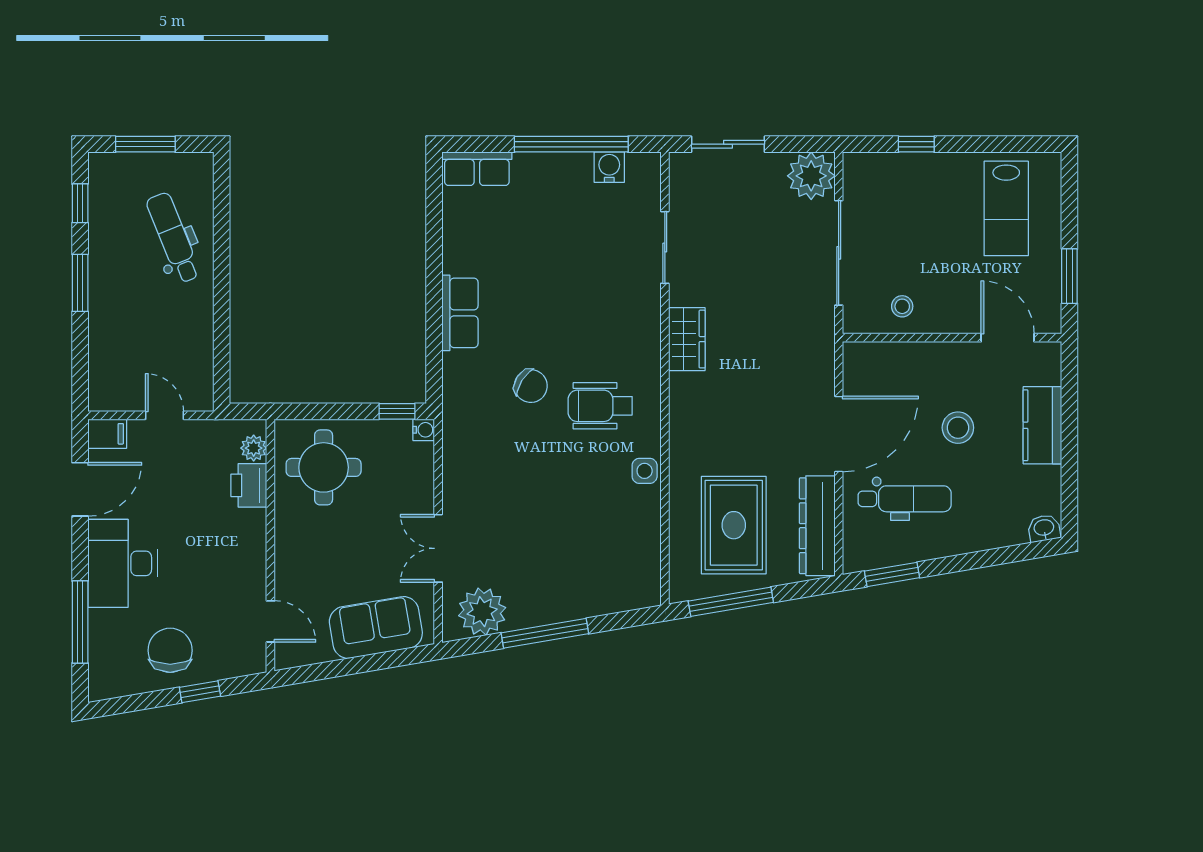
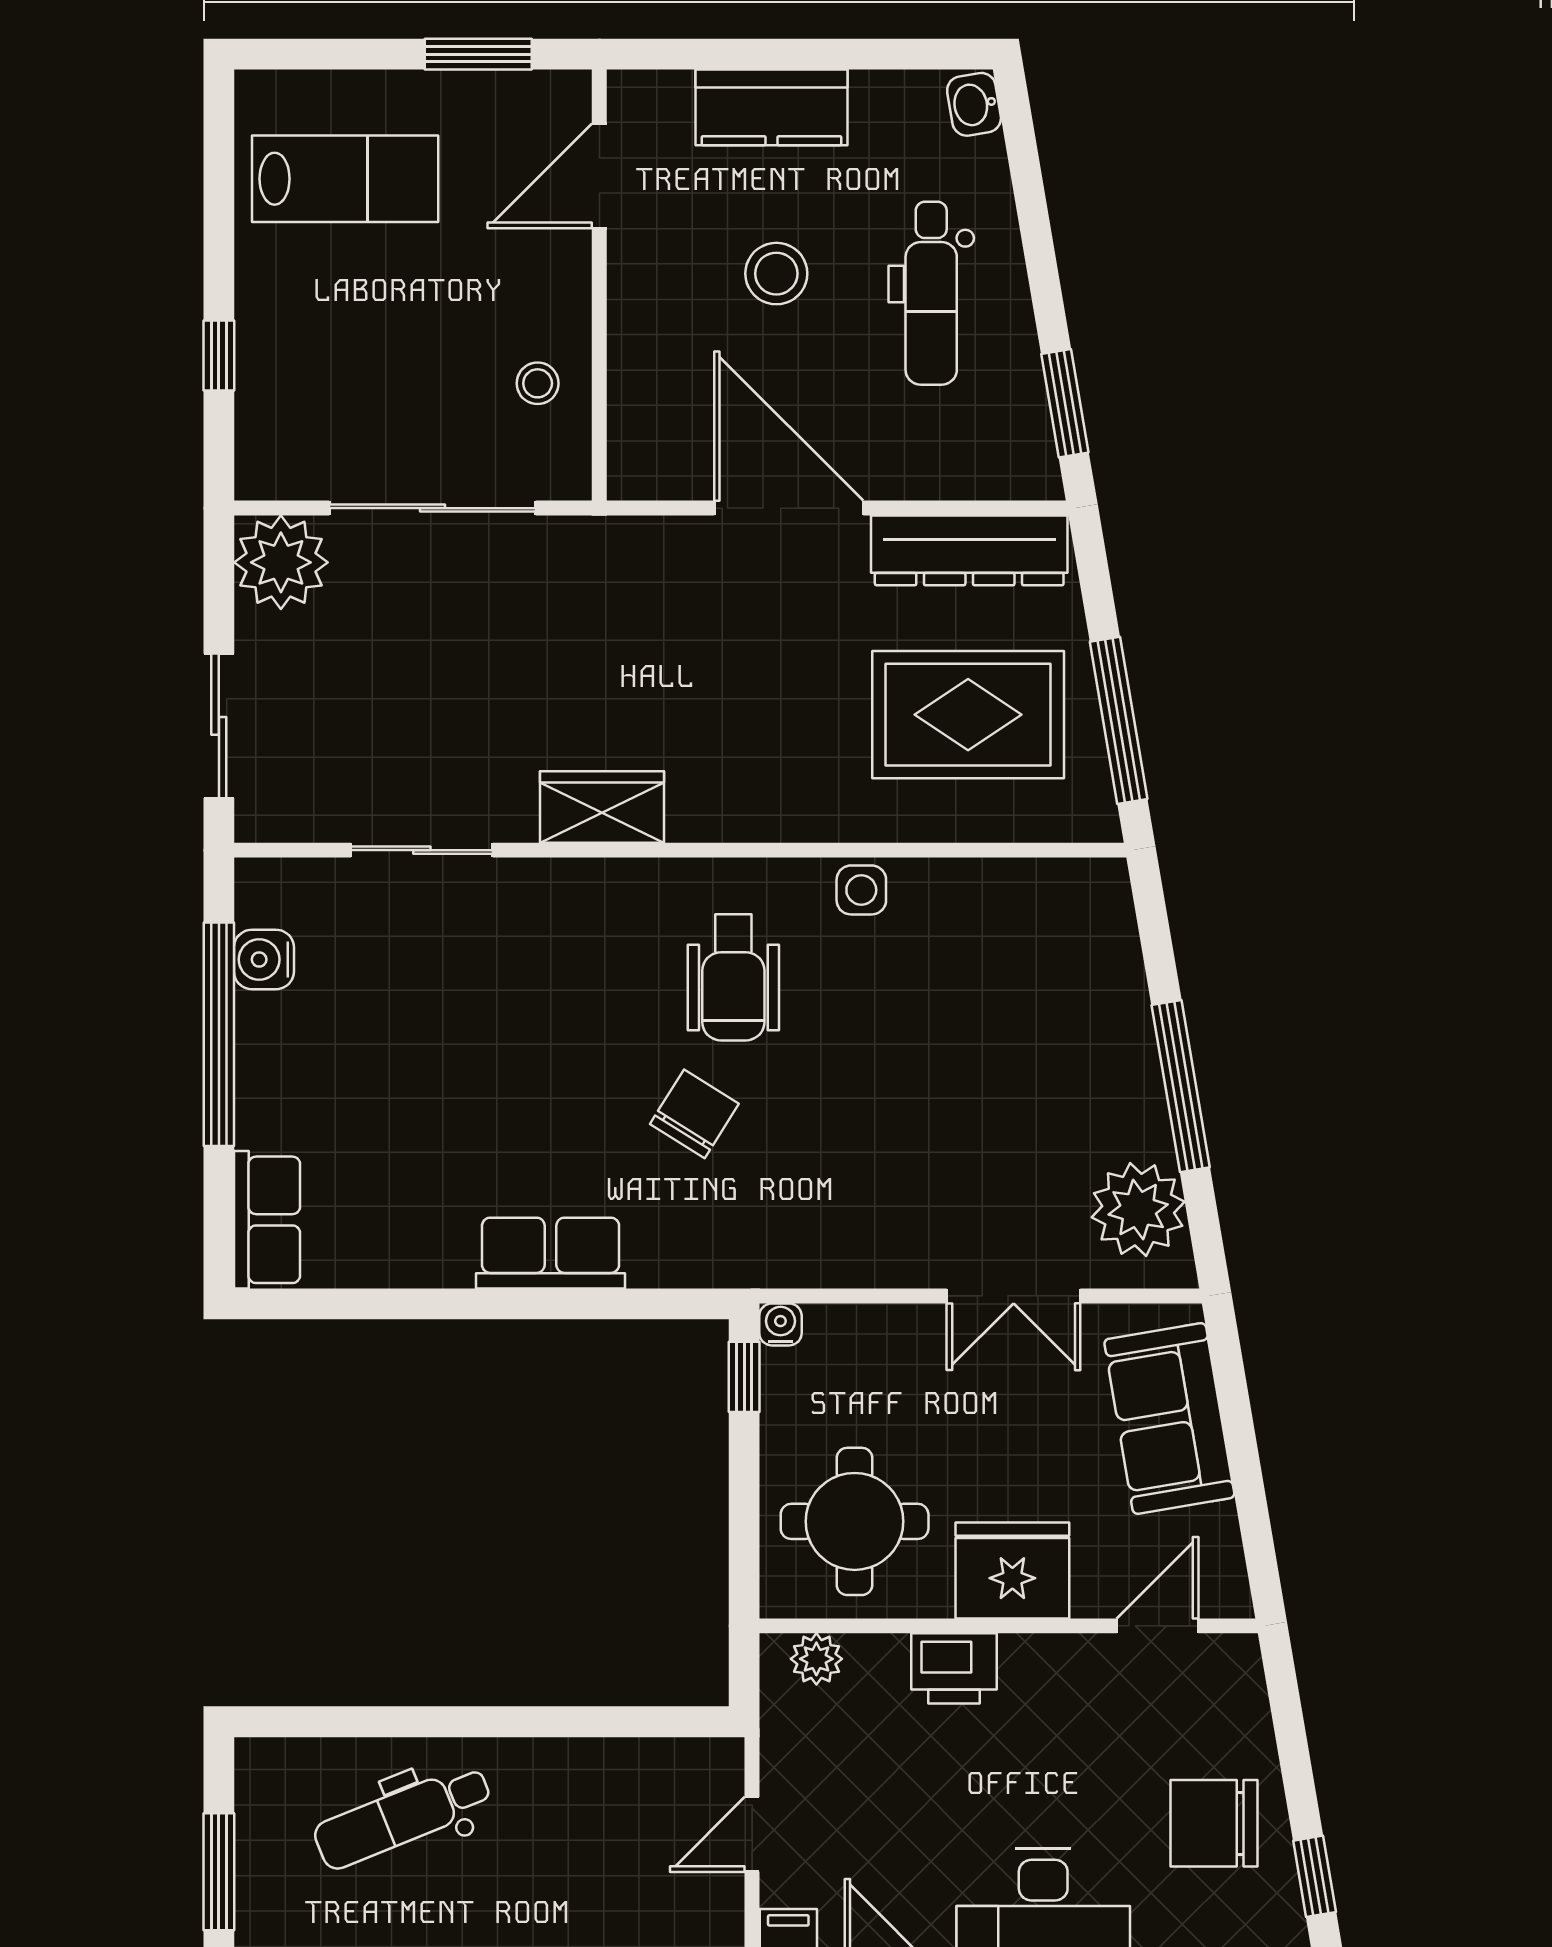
printer: (249, 485) -> (954, 1668), moved
dental chair: (905, 499) -> (931, 293), moved, turned 180
fridge: (299, 548) -> (1012, 1570), added
window: (200, 692) -> (1315, 1876), moved

